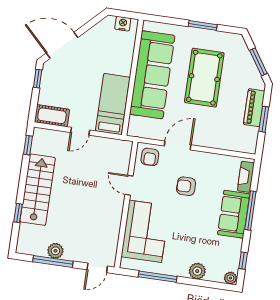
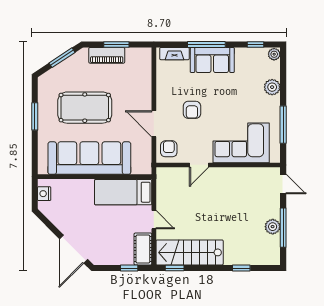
window: (38, 79) -> (129, 268), moved
armchair: (150, 157) -> (169, 149), turned -90
stairs: (38, 190) -> (190, 252), moved

